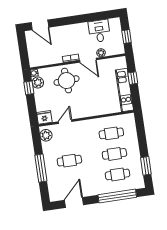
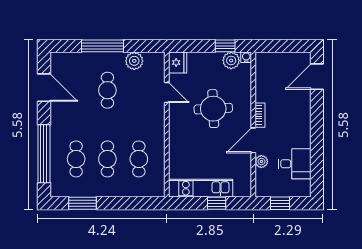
round table: (67, 81) -> (213, 109), moved
plant: (46, 135) -> (134, 61), moved

